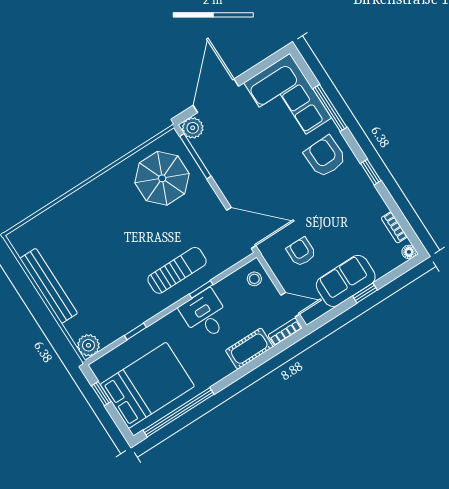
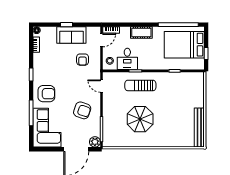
armchair: (325, 156) -> (46, 94), turned -88
armchair: (247, 167) -> (82, 110), added
parasol: (162, 178) -> (140, 119), moved
door: (241, 228) -> (101, 86), width x0.53
bench: (49, 286) -> (199, 128), moved
door: (290, 305) -> (101, 40), swing flipped
desk: (205, 315) -> (127, 59), moved
plant: (88, 345) -> (198, 78), removed
cot: (249, 349) -> (141, 33), moved

